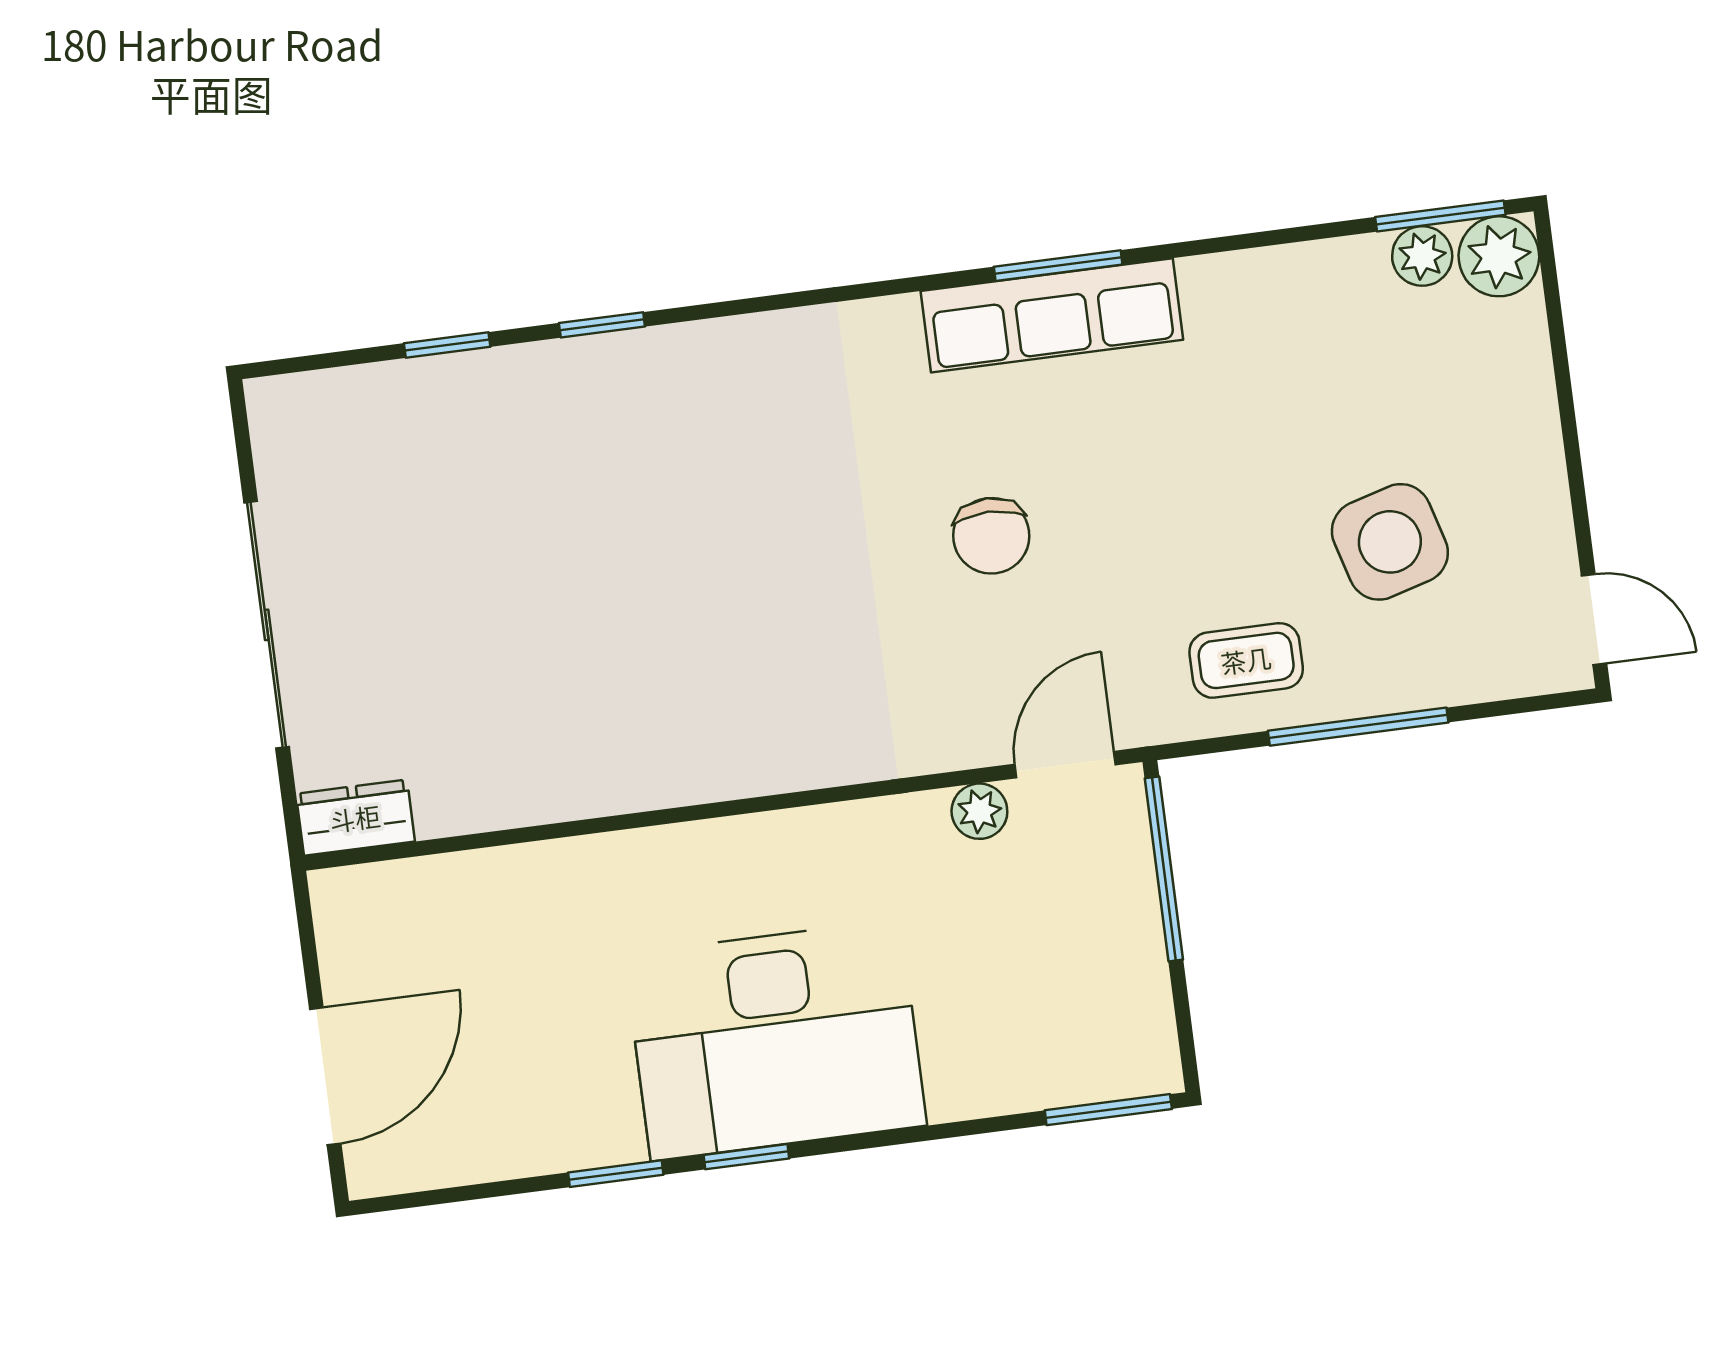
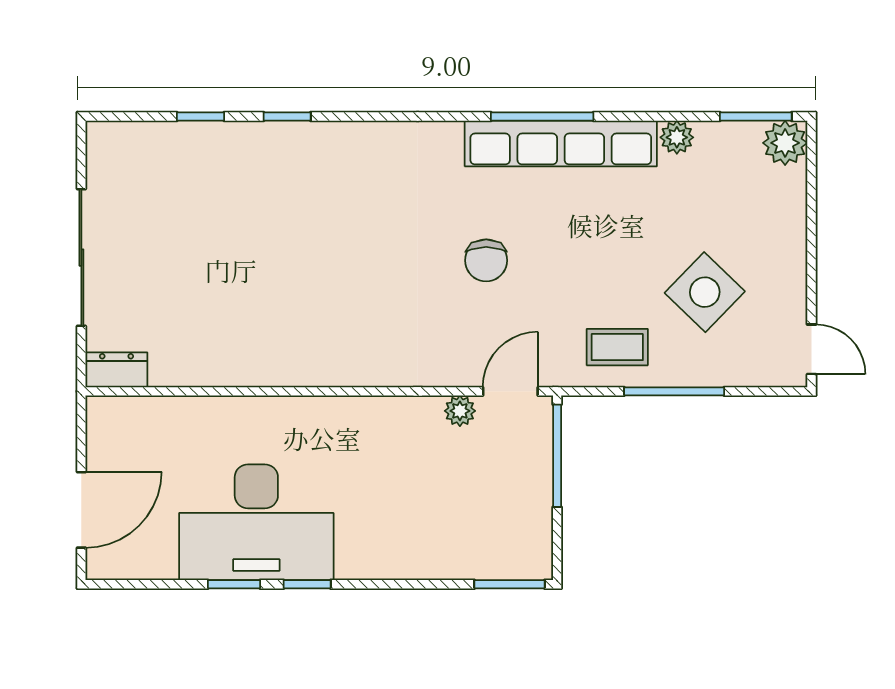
plant: (1422, 256) -> (677, 137), moved
window: (1058, 266) -> (542, 117), width x1.44
row of seats: (1052, 315) -> (561, 143), width x1.36
side table: (1390, 542) -> (705, 292), turned -30
desk: (776, 1040) -> (256, 522), moved

